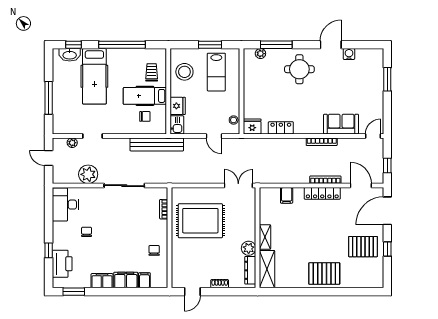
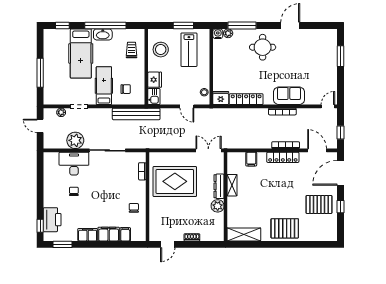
water cooler: (349, 54) -> (218, 34), moved
washbasin: (70, 55) -> (103, 34), moved
hospital bed: (145, 96) -> (104, 86), moved, turned 90
sofa: (341, 124) -> (289, 96), moved
locker: (281, 128) -> (246, 99), width x1.53
desk: (65, 205) -> (74, 164), moved, turned 90
shelving: (265, 237) -> (232, 185), moved
window: (49, 250) -> (40, 226), moved
shelving: (267, 269) -> (244, 234), moved, turned 90
dresser: (250, 270) -> (219, 186), moved

